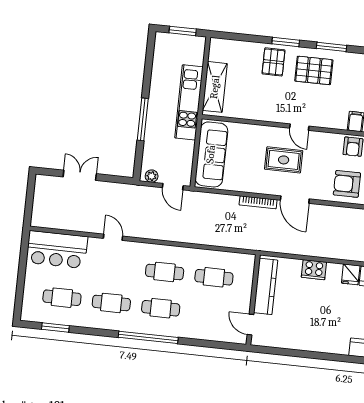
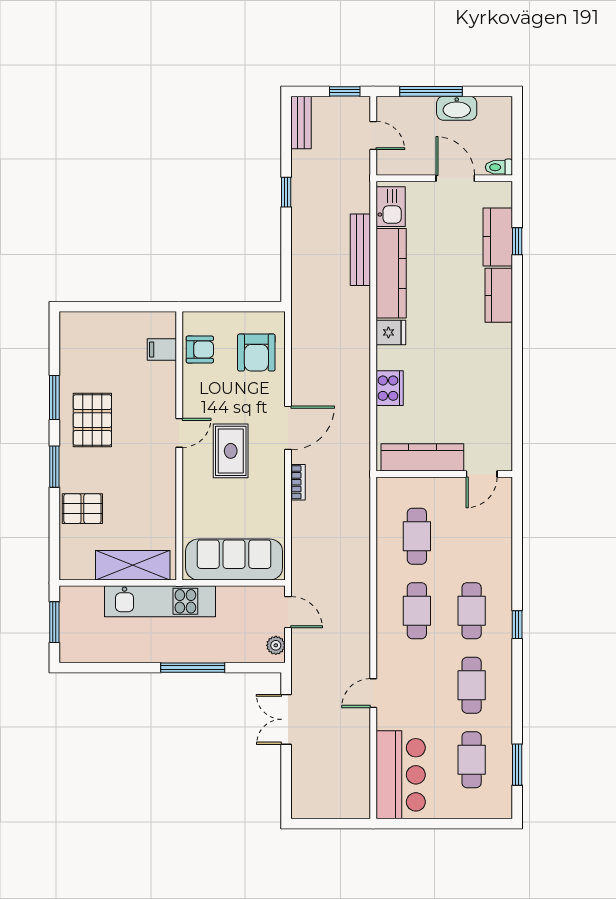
pallet: (274, 62) -> (82, 509), moved
double door: (80, 175) -> (286, 719), moved
door: (173, 187) -> (288, 612), hinge flipped
bookcase: (258, 202) -> (298, 482), width x0.64
window: (148, 337) -> (517, 625), width x0.32

